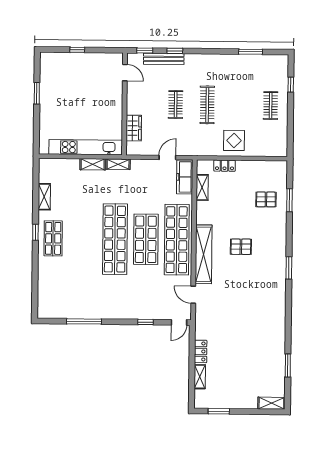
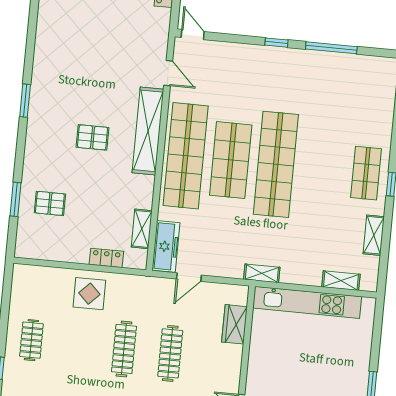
clothes rail: (176, 105) -> (170, 353), width x1.36
shelving: (93, 164) -> (341, 281), moved
window: (145, 322) -> (276, 43), moved
door: (179, 322) -> (193, 34), hinge flipped

